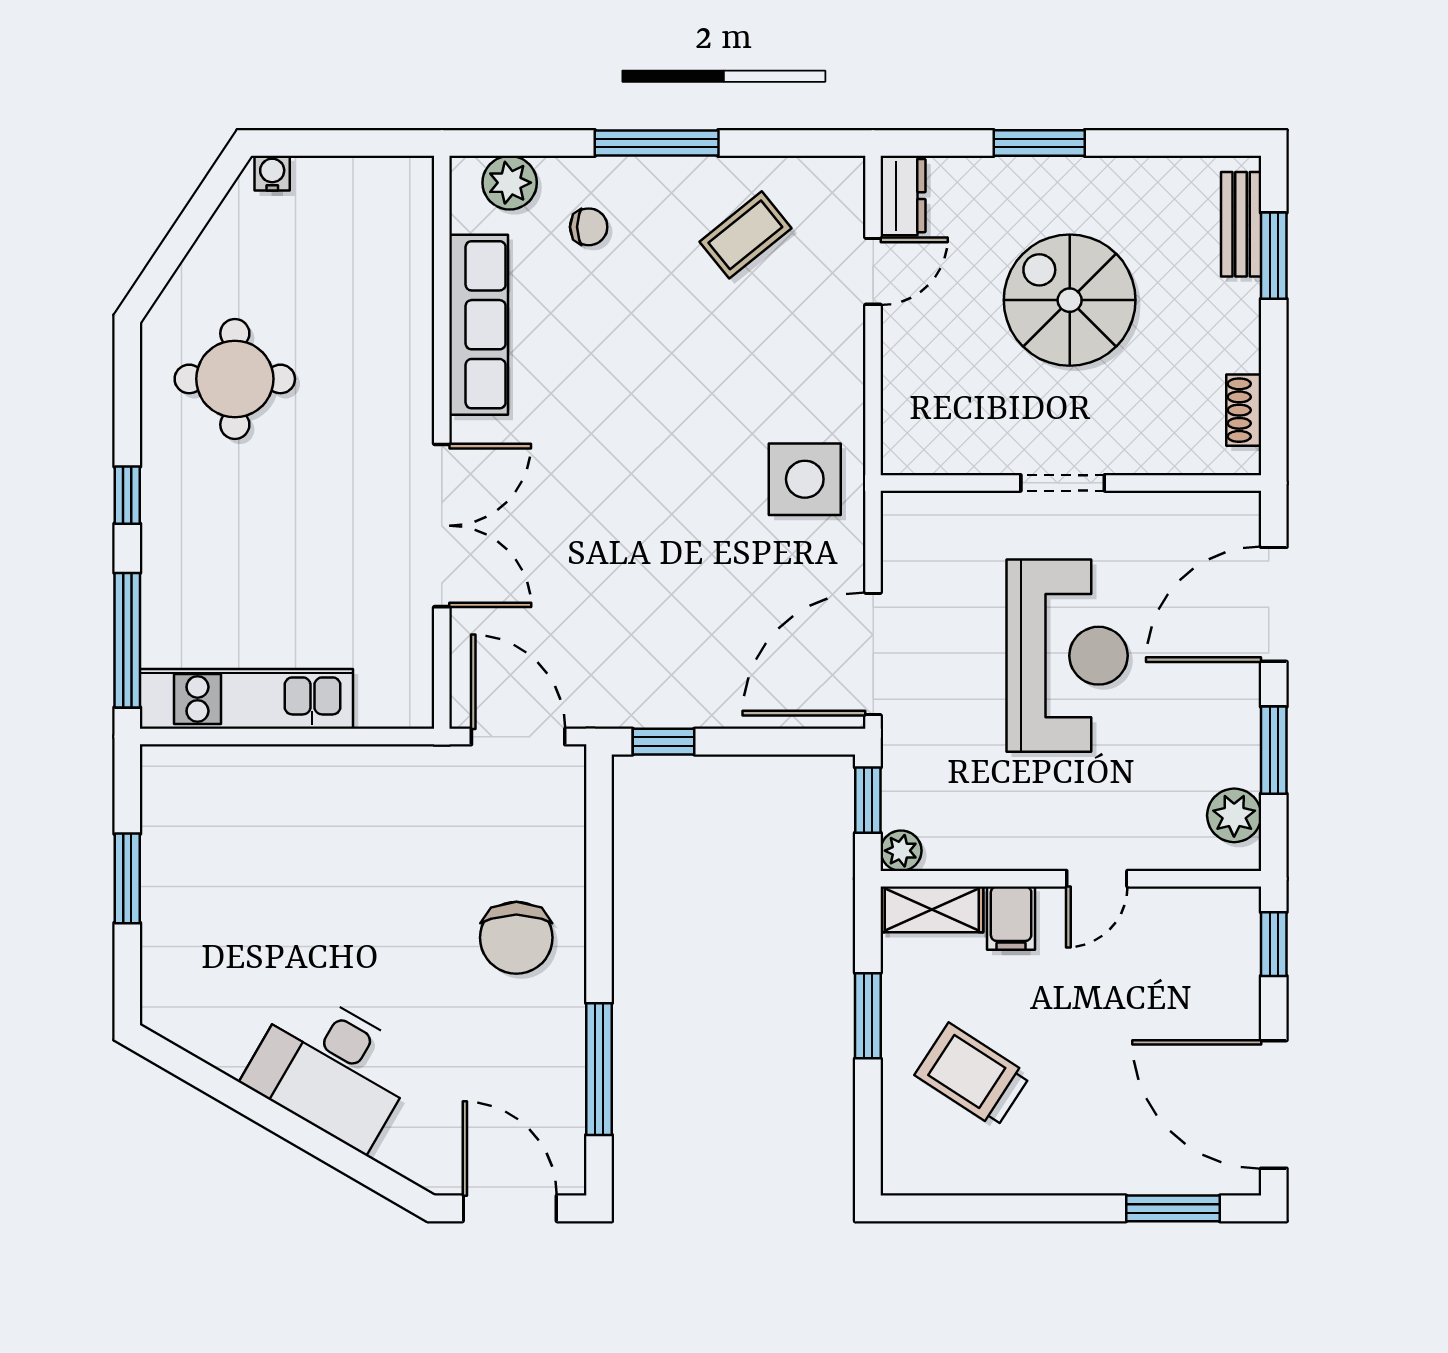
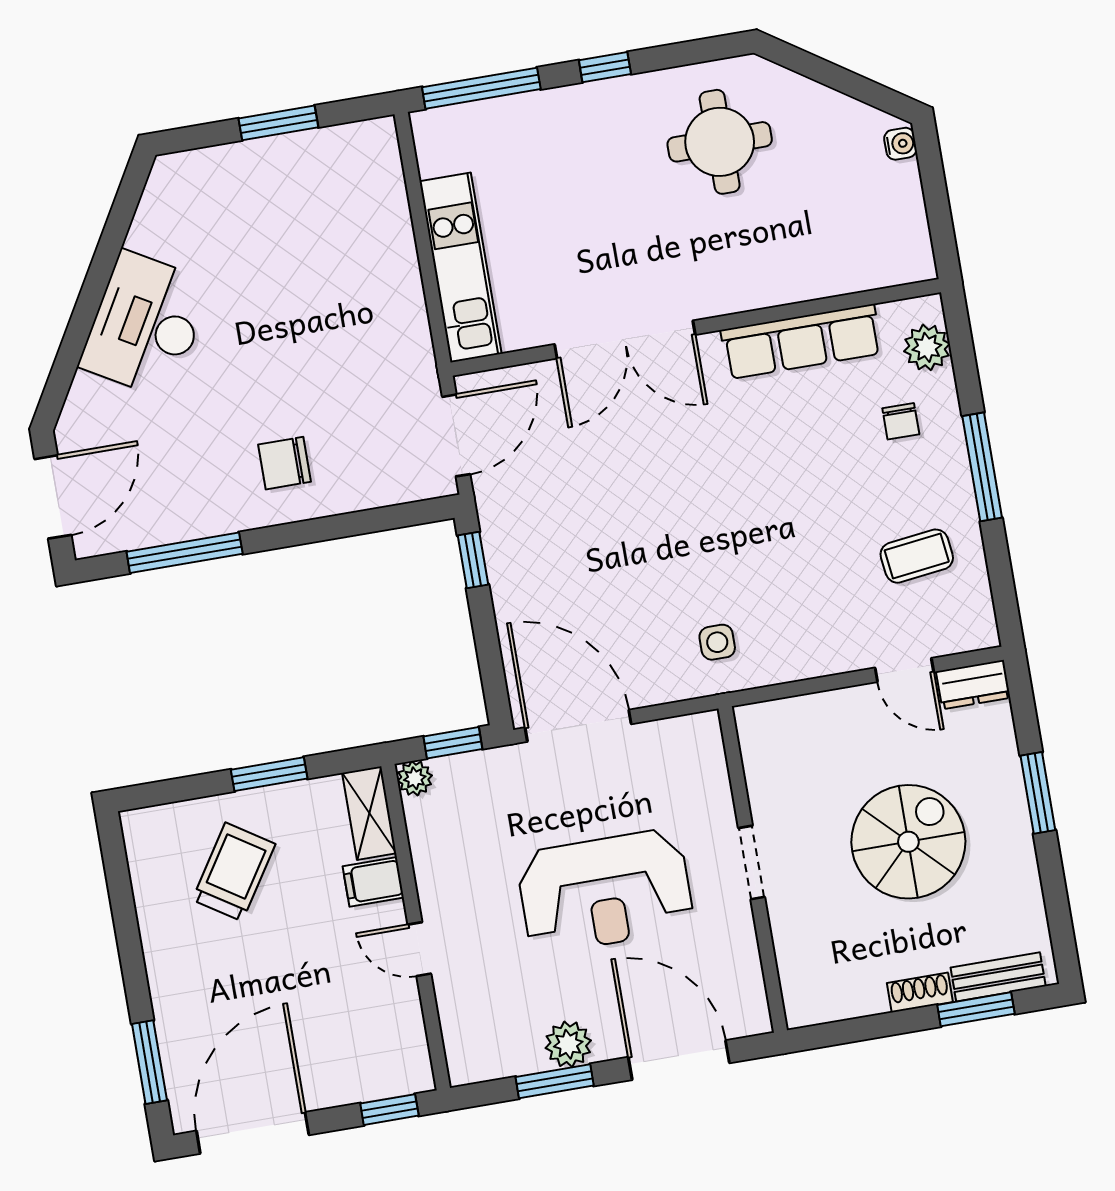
coffee table: (745, 235) -> (917, 556), turned -58
shoe rack: (1244, 410) -> (920, 993), moved
side table: (805, 479) -> (717, 642), width x0.54, depth x0.54
kitchen unit: (246, 699) -> (460, 268), moved
plant: (1234, 815) -> (568, 1044), moved
chair: (516, 938) -> (284, 463), width x0.73, depth x0.73

